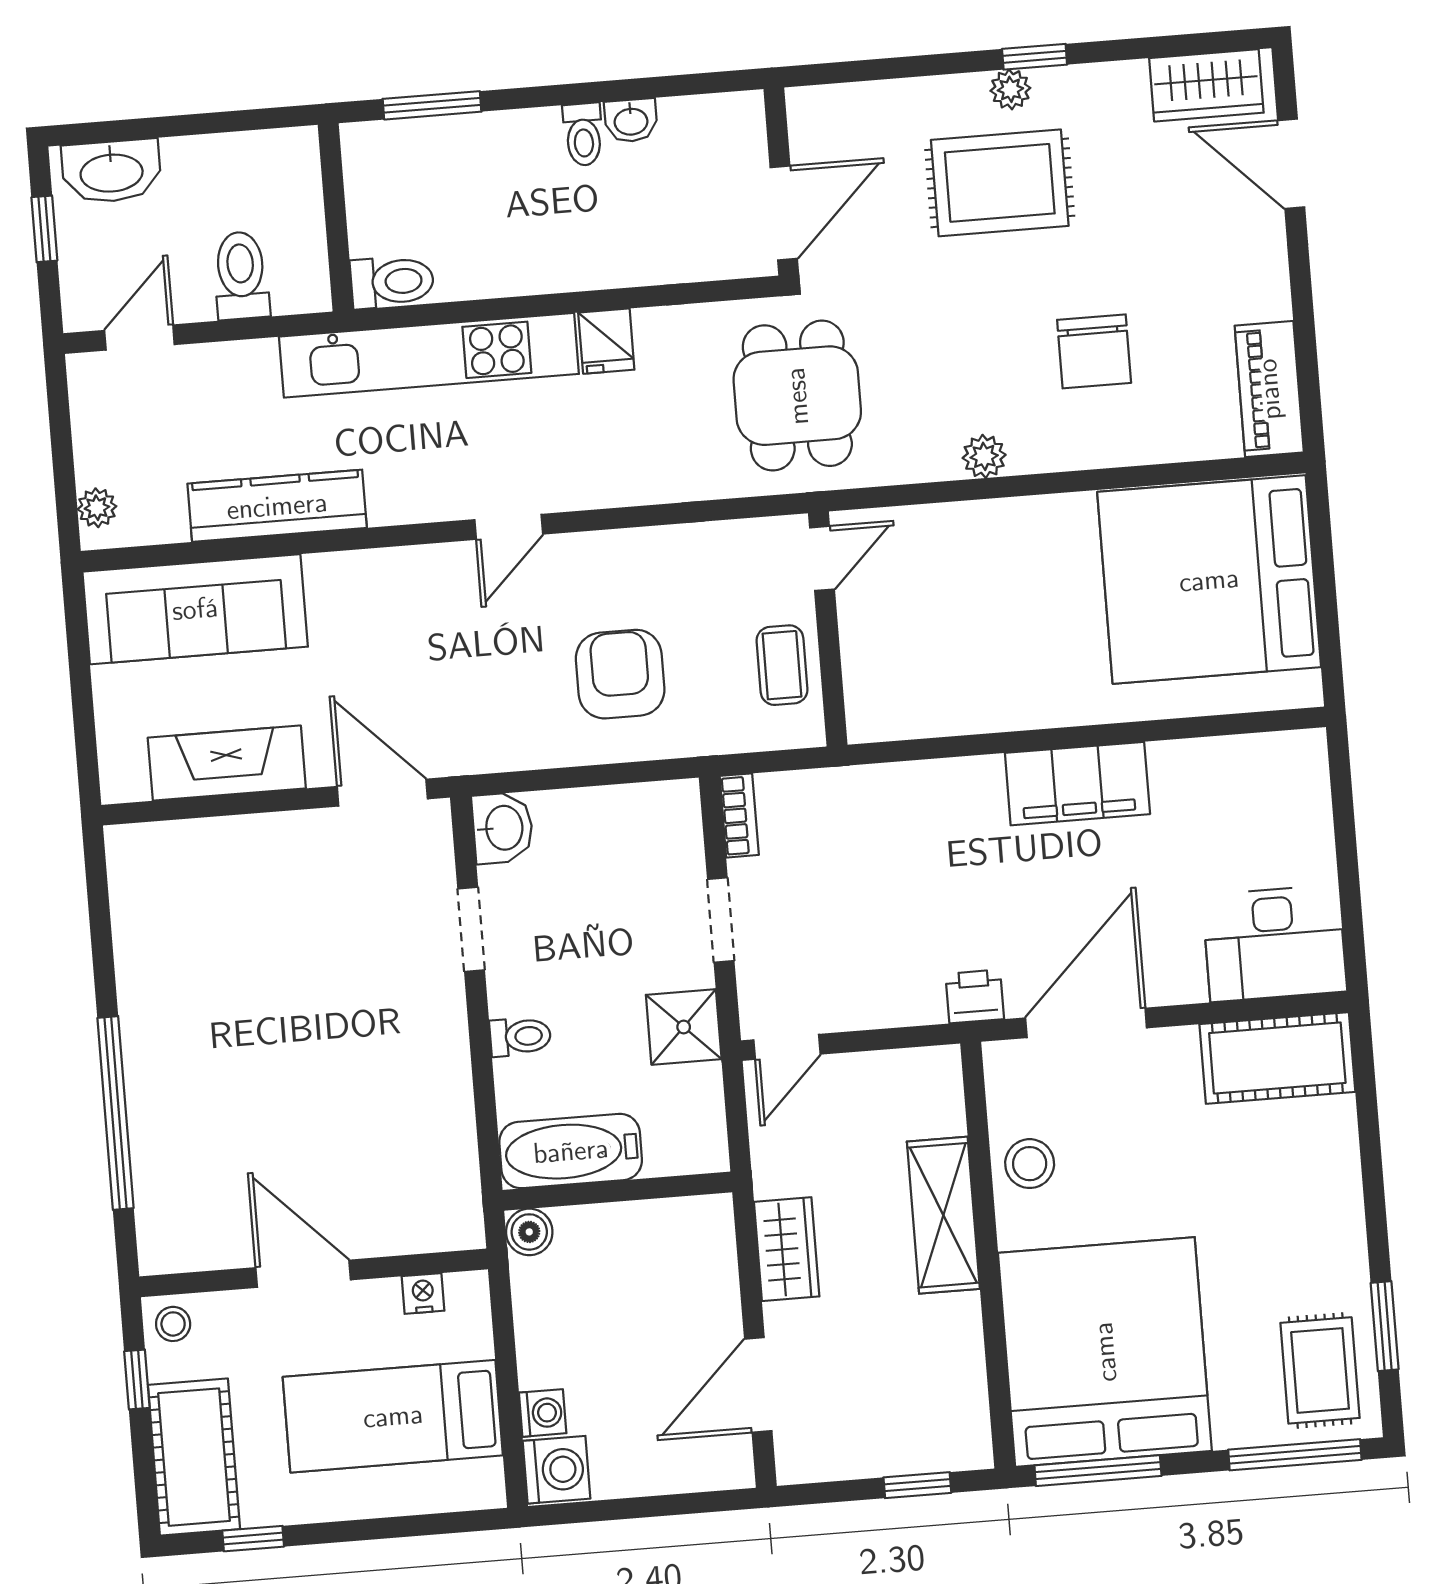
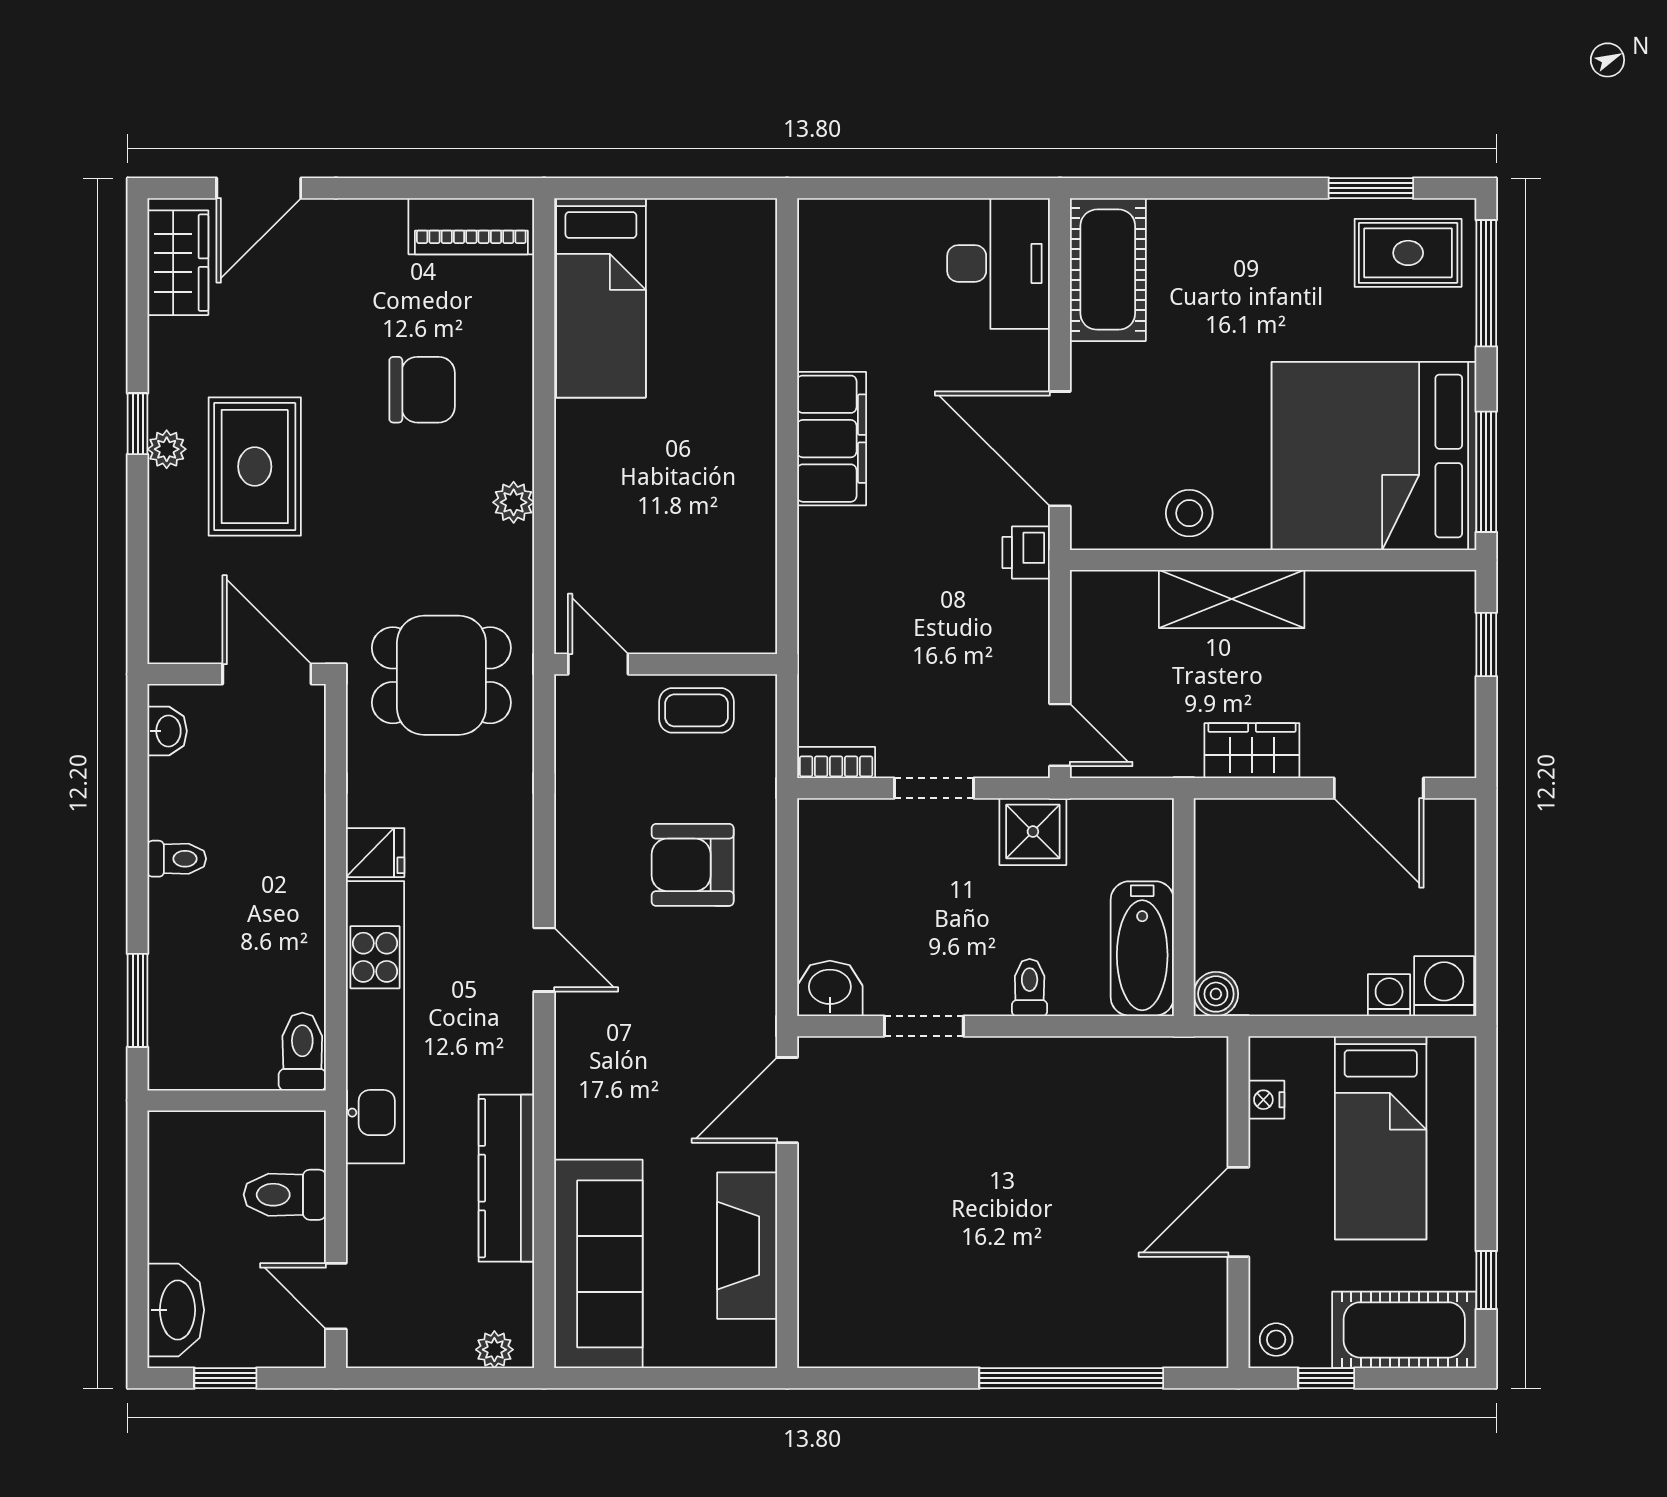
washbasin: (631, 120) -> (167, 731), moved
bed: (1209, 580) -> (601, 298), width x0.49

